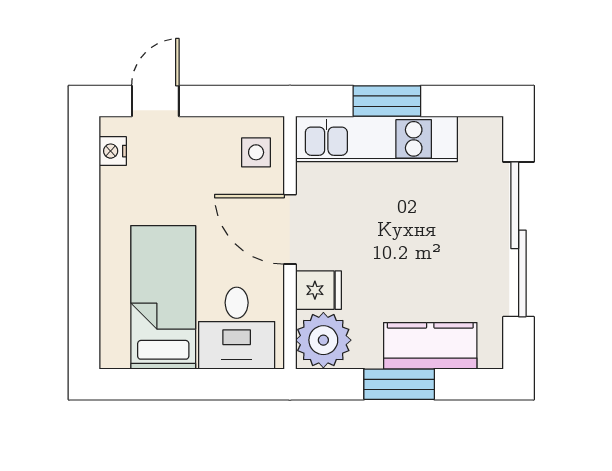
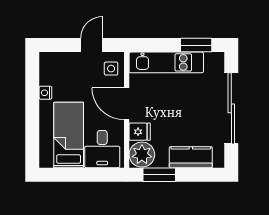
door: (155, 101) -> (92, 45), moved
window: (387, 101) -> (196, 45), moved
nightstand: (113, 151) -> (45, 93), moved
window: (399, 384) -> (159, 175), moved

